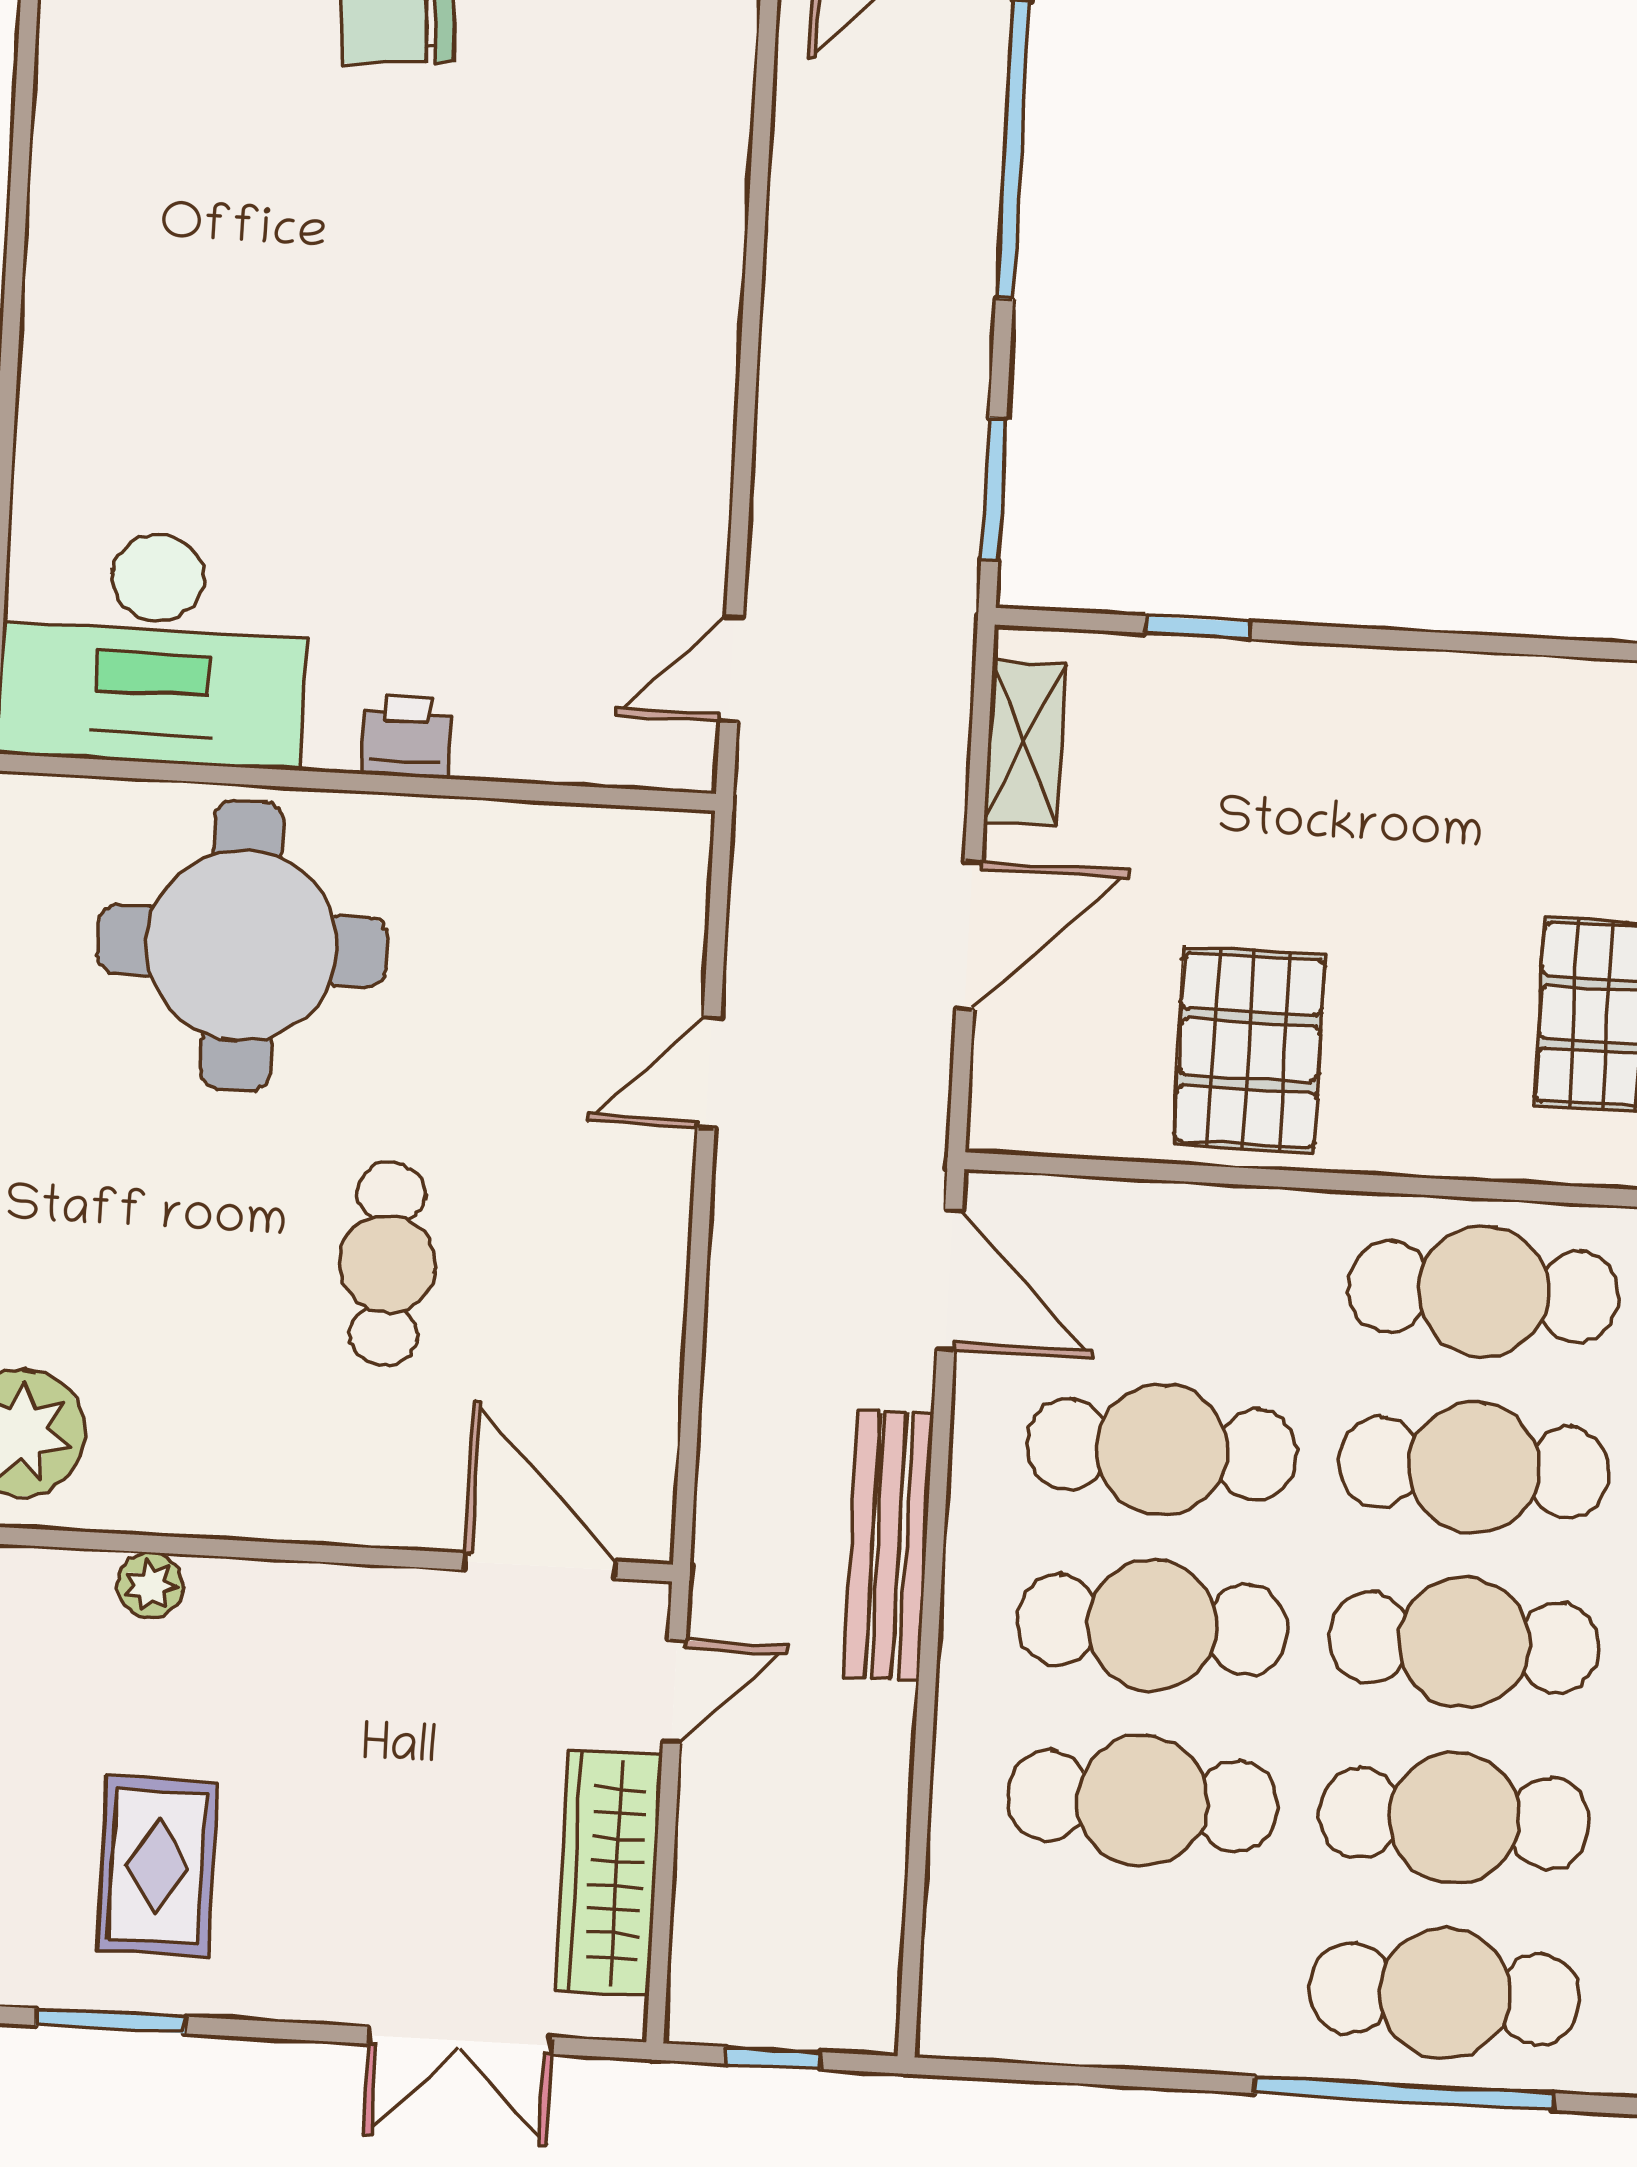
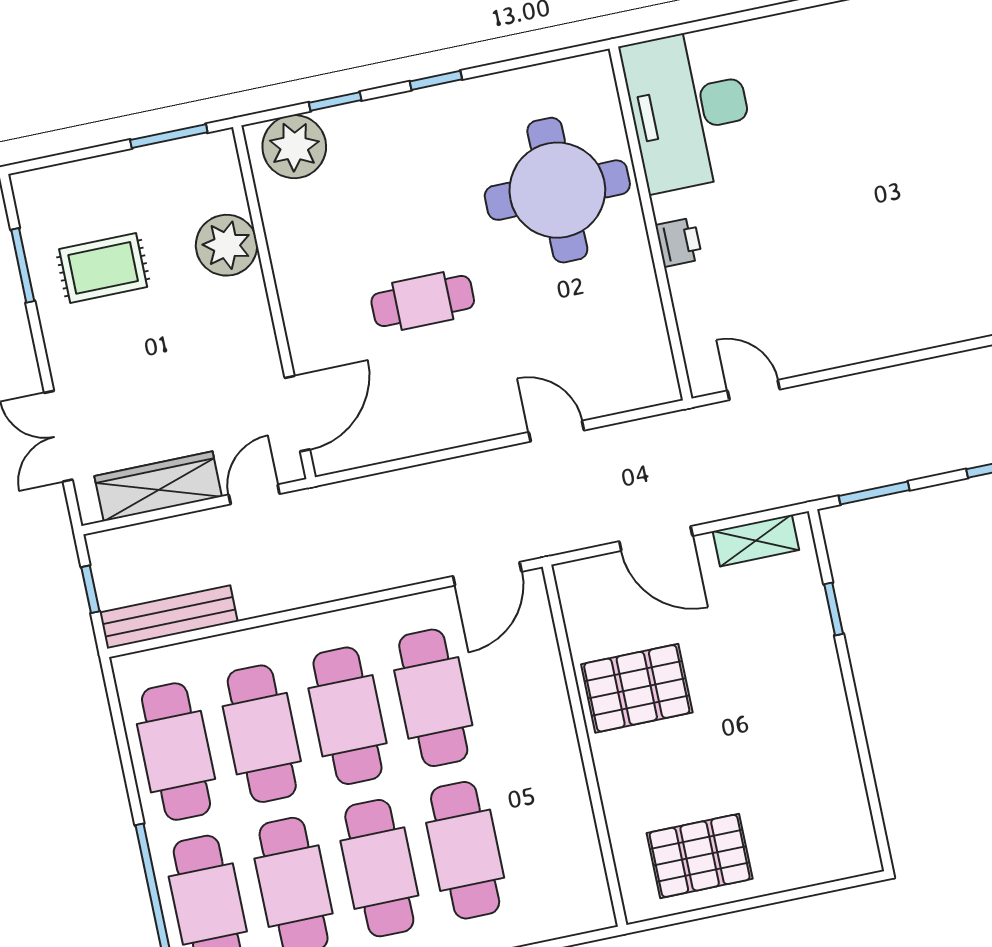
cafe table: (1484, 1291) -> (176, 752), moved
bench: (889, 1545) -> (169, 617), moved
plant: (150, 1585) -> (227, 245), width x1.88, depth x1.88
door: (674, 1691) -> (254, 494), swing flipped

